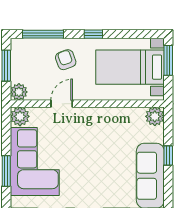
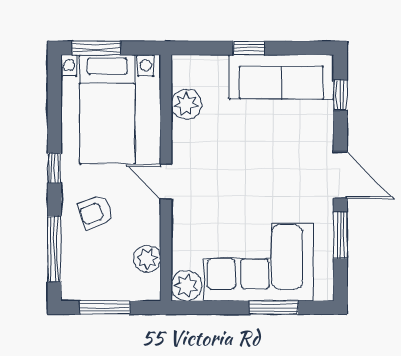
plant: (19, 92) -> (147, 259), moved
door: (62, 104) -> (166, 181), moved
plant: (155, 116) -> (186, 104), moved

